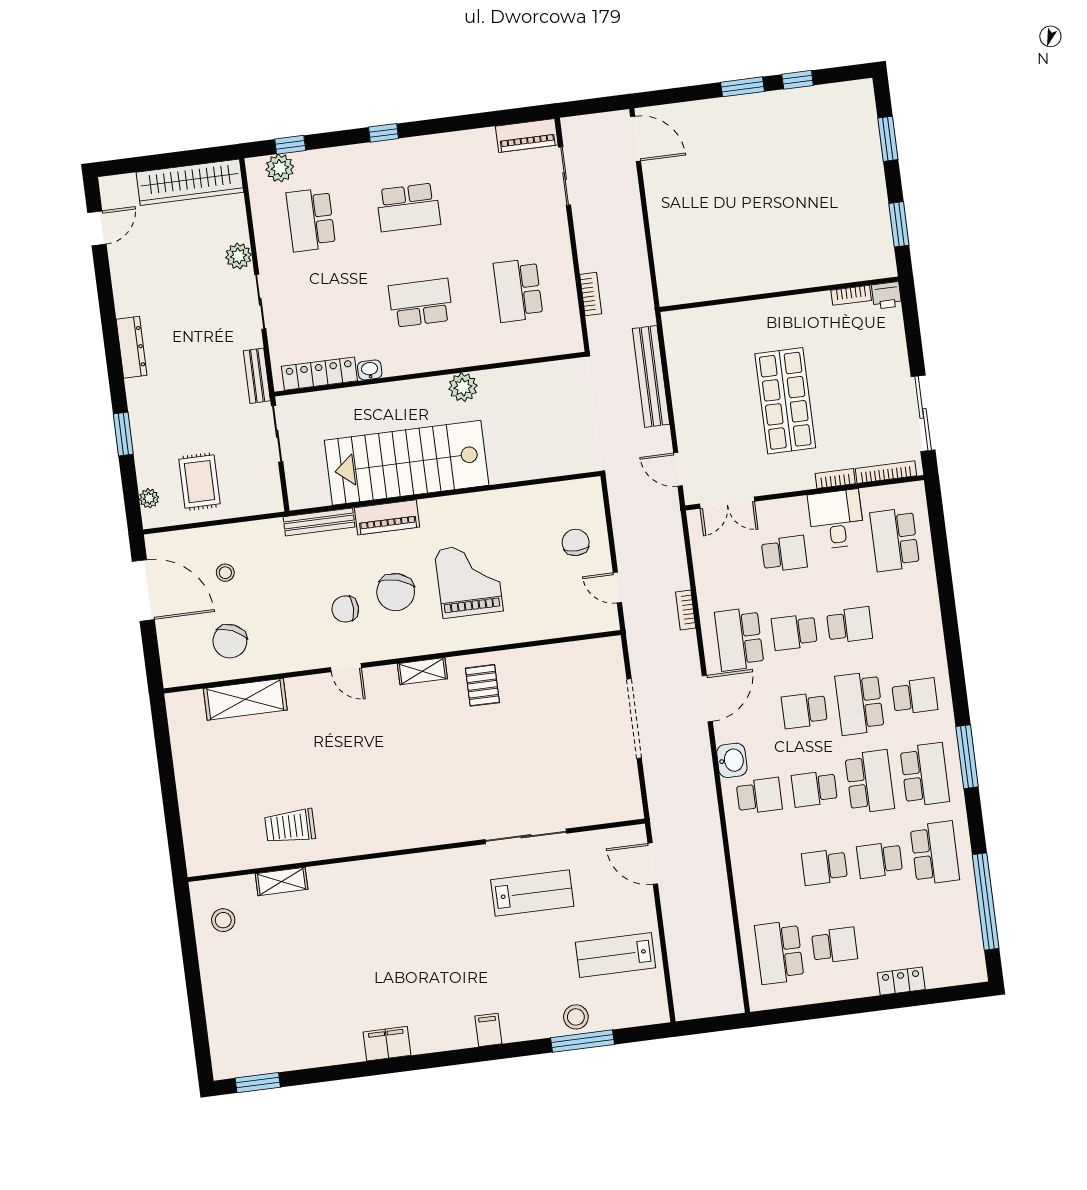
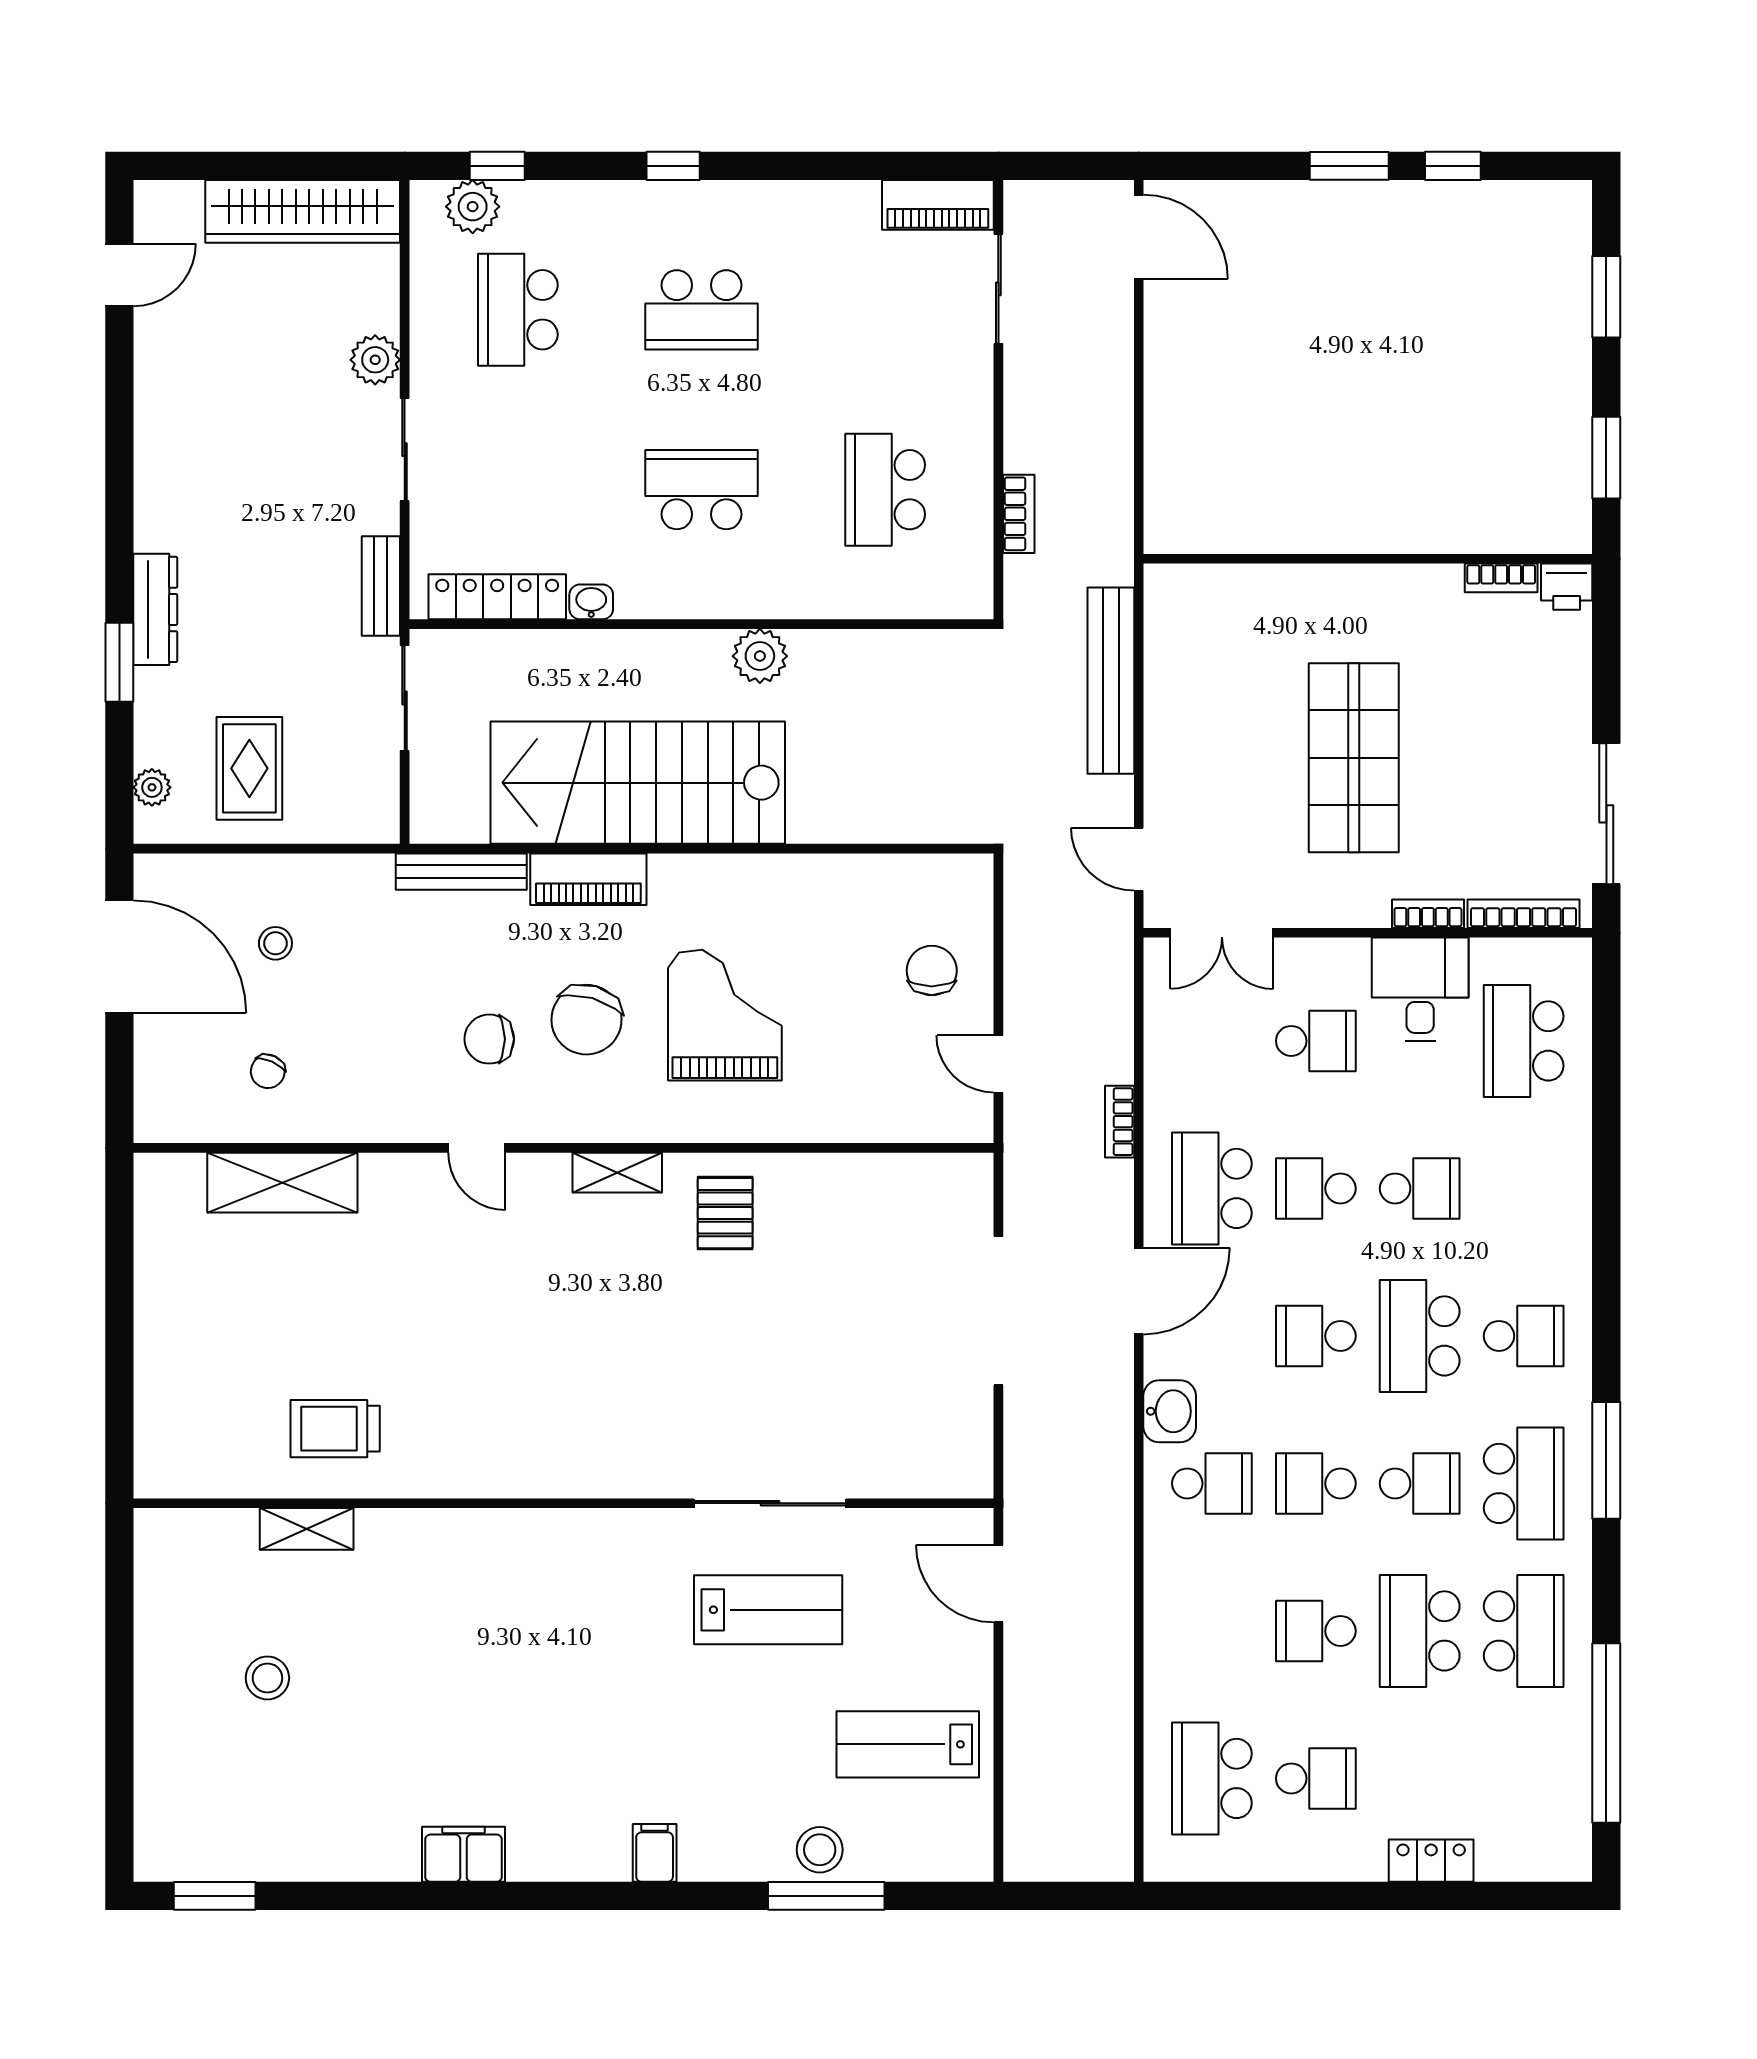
dresser: (131, 347) -> (155, 609), moved
chair: (230, 641) -> (268, 1071), width x0.54, depth x0.54
school desk: (870, 782) -> (1420, 1483), width x0.54
school desk: (880, 860) -> (1420, 1631), width x1.85
stool: (223, 920) -> (267, 1678), moved

